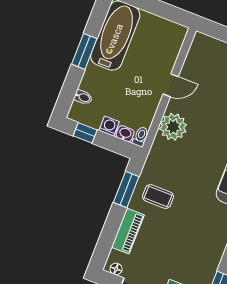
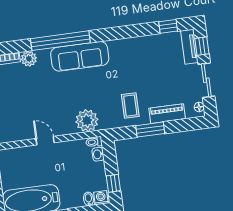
washing machine: (109, 126) -> (101, 198), moved, turned 90
plant: (173, 127) -> (87, 121), moved
window: (126, 190) -> (150, 130), moved

